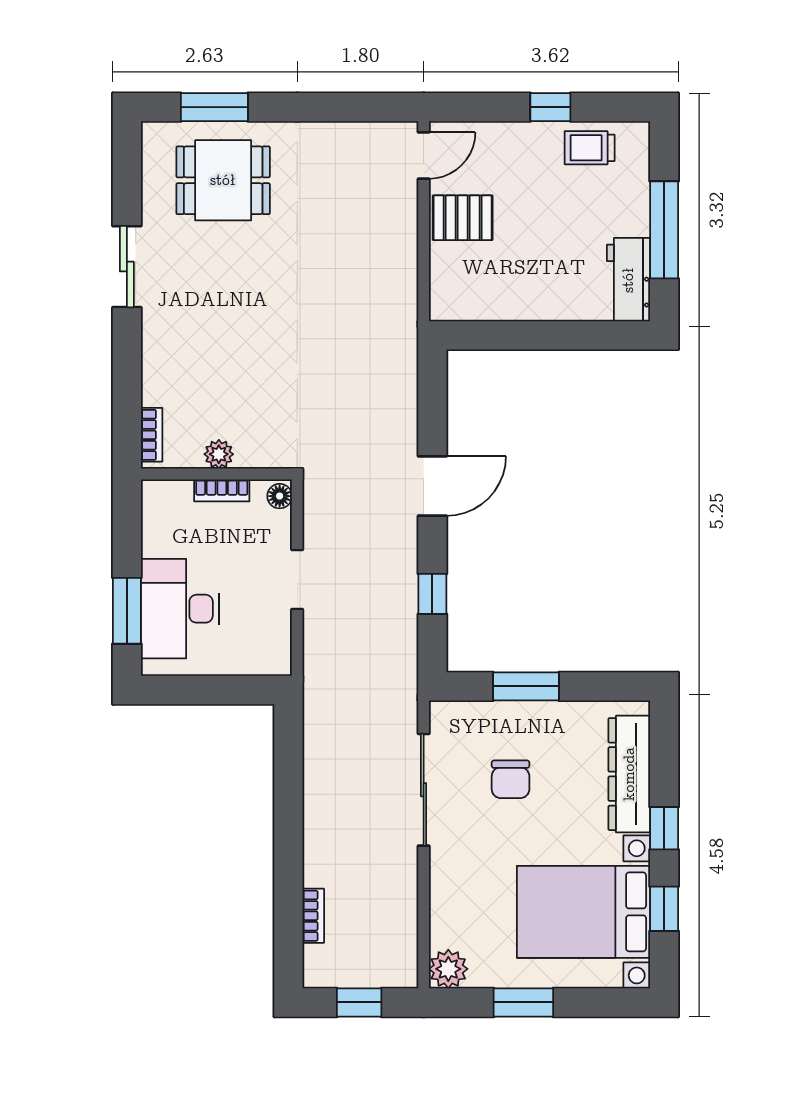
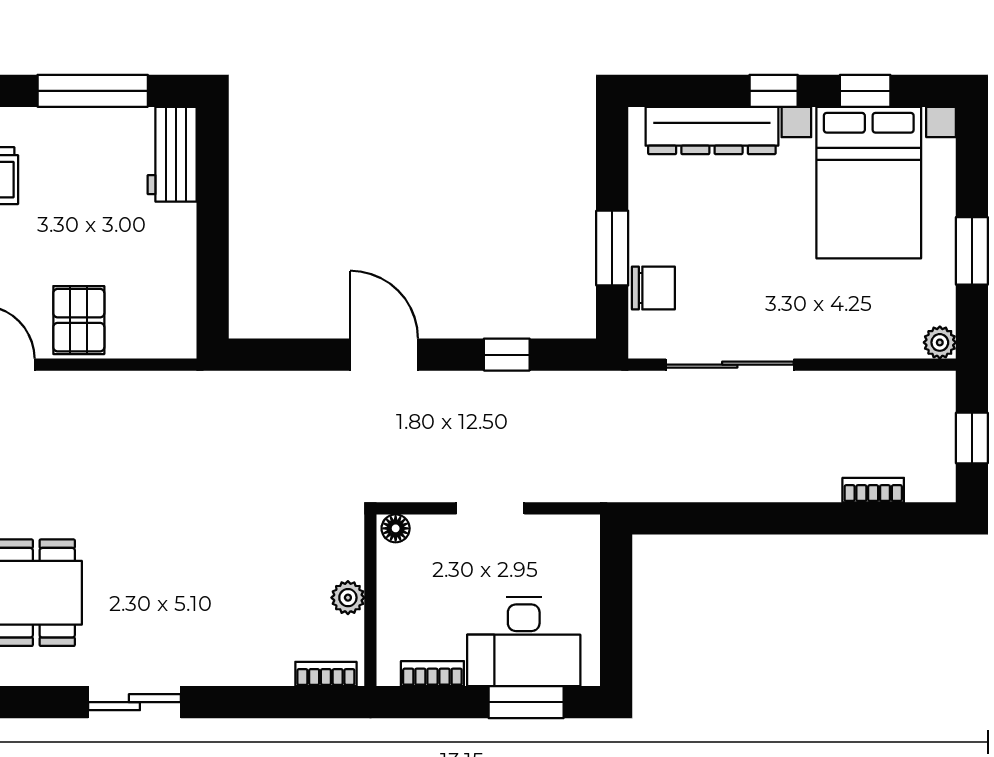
workbench: (628, 280) -> (172, 154), moved, turned 90
bookcase: (222, 490) -> (432, 674), moved, turned -90
chair: (511, 779) -> (653, 288), moved
plant: (448, 969) -> (940, 342), width x0.73, depth x0.73

